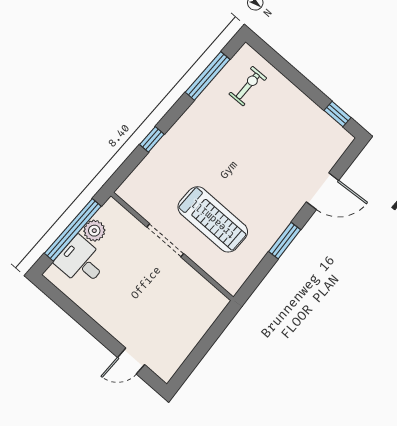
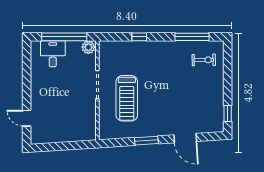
plant: (94, 231) -> (88, 47), moved

